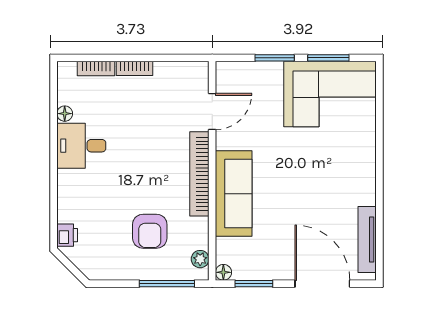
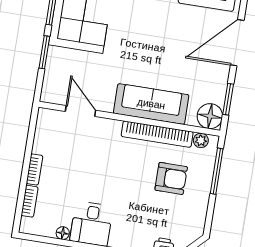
bookcase: (199, 174) -> (157, 134), moved
floor lamp: (223, 272) -> (210, 116), width x1.89, depth x1.89

